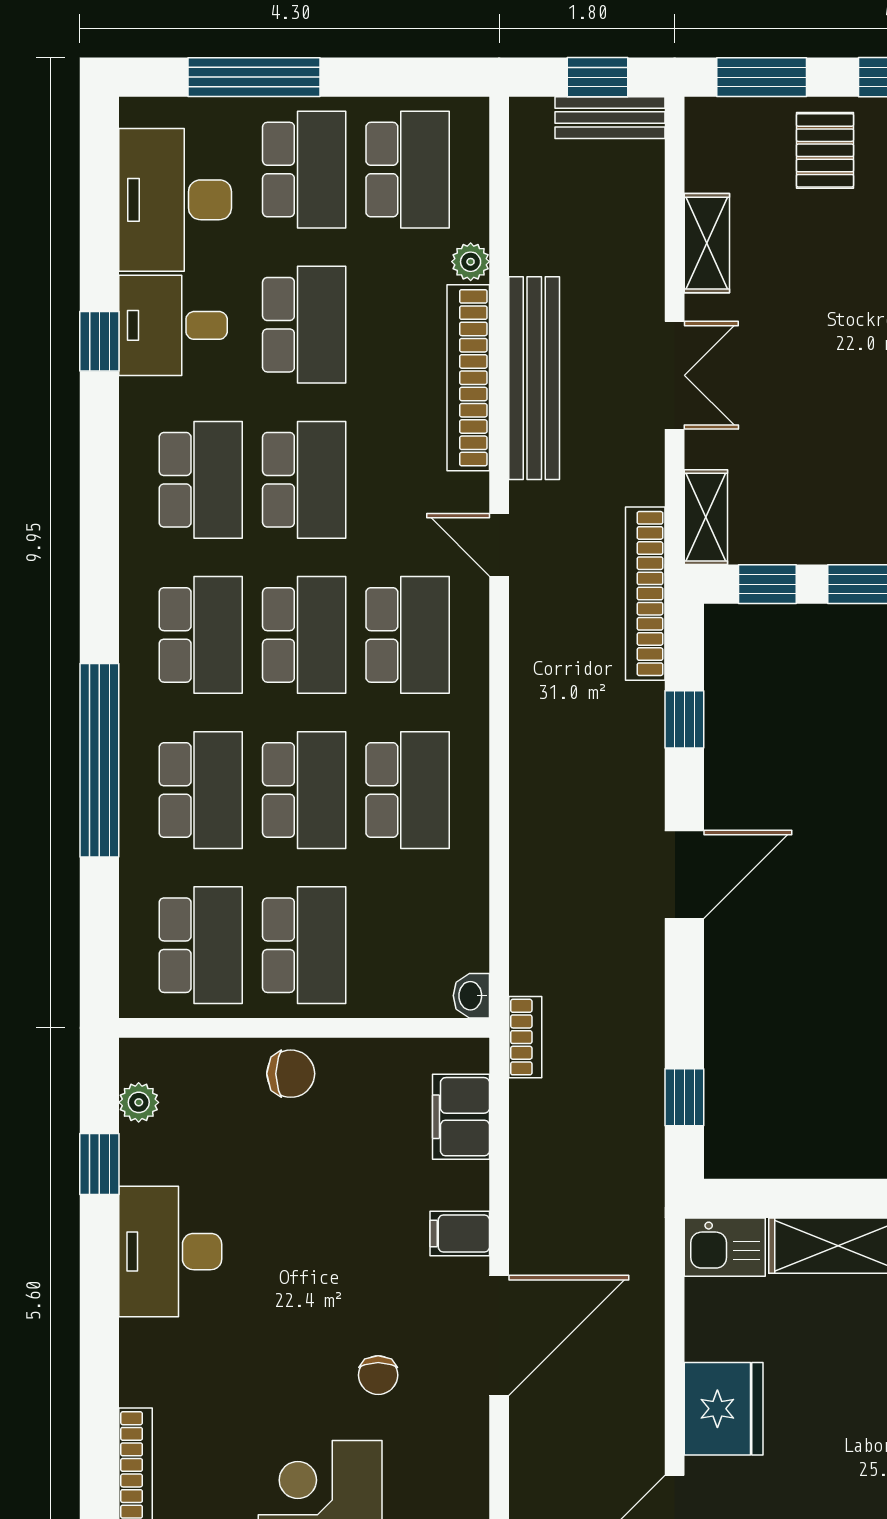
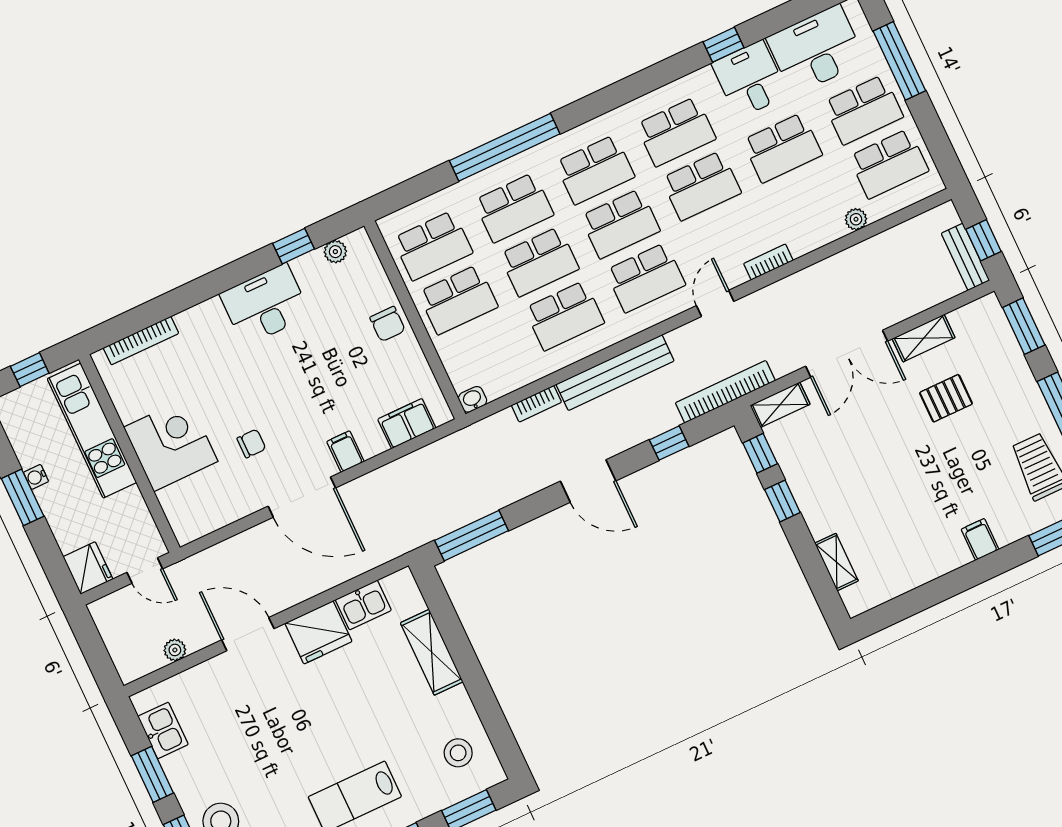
pallet: (825, 150) -> (946, 398), moved
double door: (675, 375) -> (847, 354), width x1.37
bookcase: (468, 378) -> (768, 262), width x0.43, depth x0.76
bench: (534, 378) -> (615, 373), moved
bookcase: (525, 1037) -> (536, 404), moved
window: (684, 1097) -> (472, 536), width x2.17
kitchen sink: (725, 1247) -> (363, 605), moved, turned -90
chair: (378, 1375) -> (251, 444), turned 180

